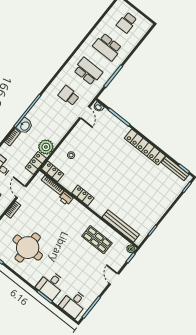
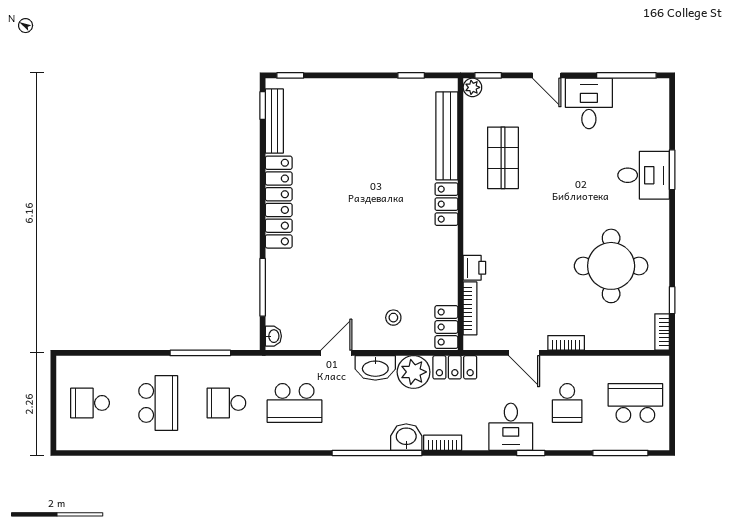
school desk: (127, 23) -> (90, 403), turned 180
school desk: (88, 71) -> (226, 403), width x0.54
school desk: (69, 96) -> (295, 403), width x1.85
door: (84, 112) -> (336, 353), moved
washbasin: (58, 134) -> (375, 368), added
door: (21, 192) -> (524, 353), hinge flipped
locker: (83, 195) -> (446, 204), moved
door: (114, 279) -> (547, 75), hinge flipped
desk: (74, 303) -> (589, 103), moved, turned -90

